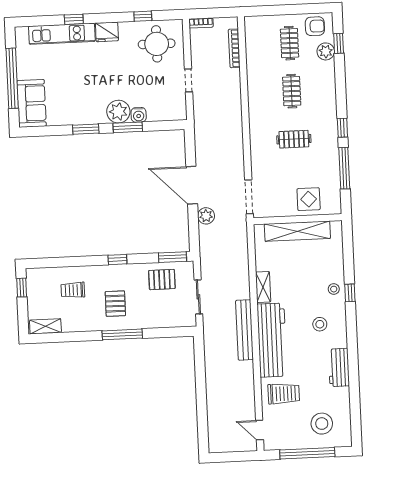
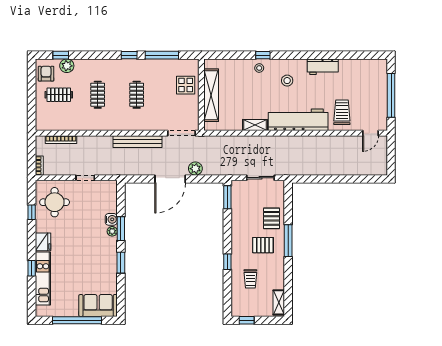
clothes rail: (292, 91) -> (98, 95), turned 90
plant: (118, 112) -> (112, 231), width x0.53, depth x0.53
window: (117, 260) -> (227, 262), moved
pallet: (162, 280) -> (272, 218), moved
bench: (244, 330) -> (138, 142), moved
stool: (322, 424) -> (367, 83), removed

